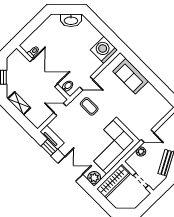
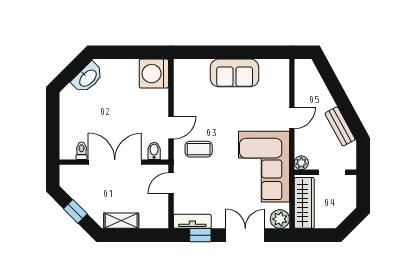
sofa: (131, 76) -> (235, 73), moved
plant: (141, 152) -> (301, 163), moved

